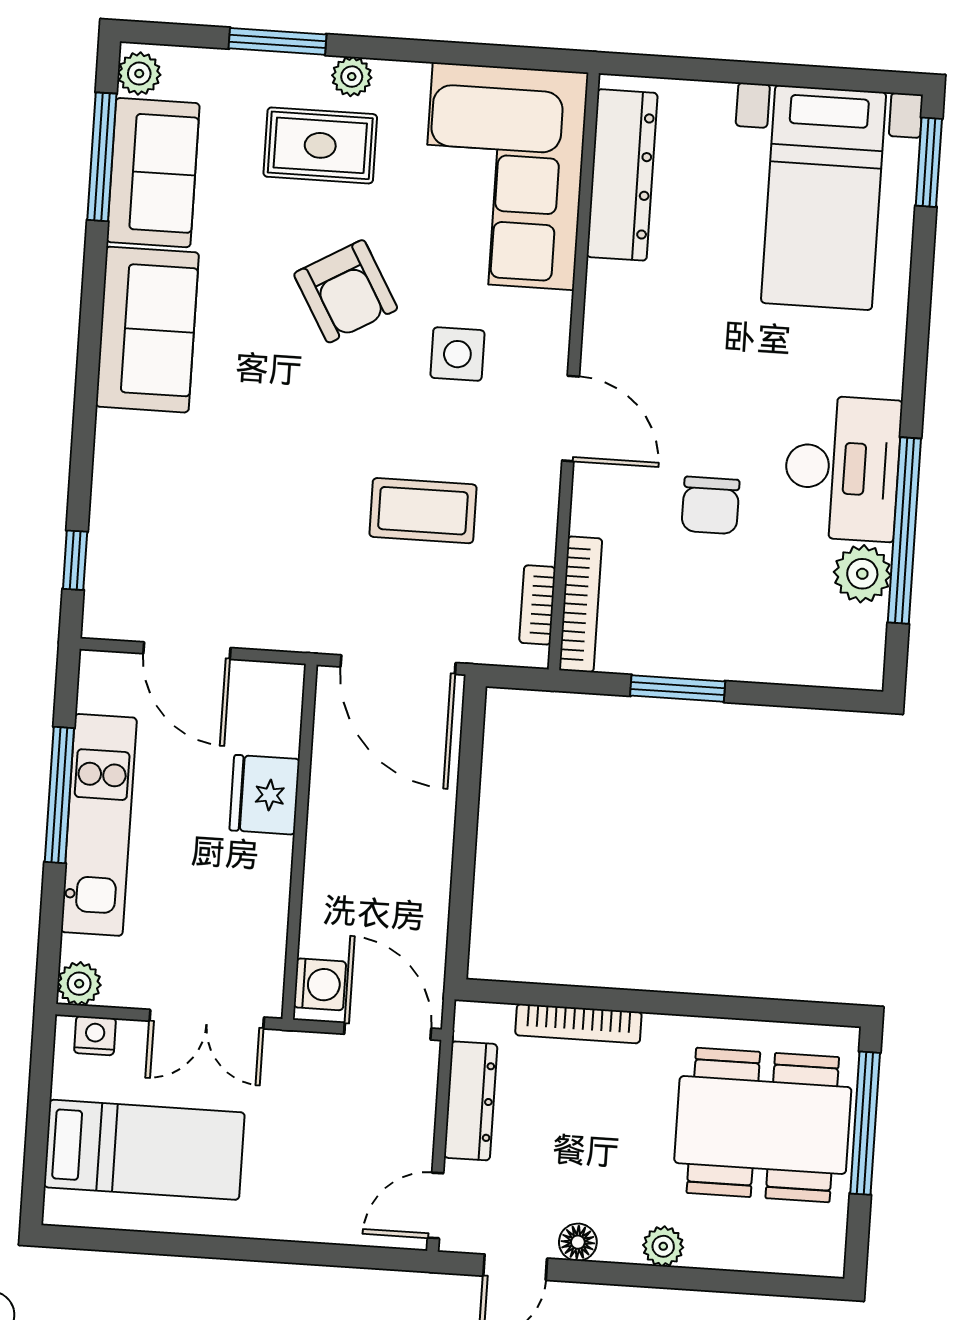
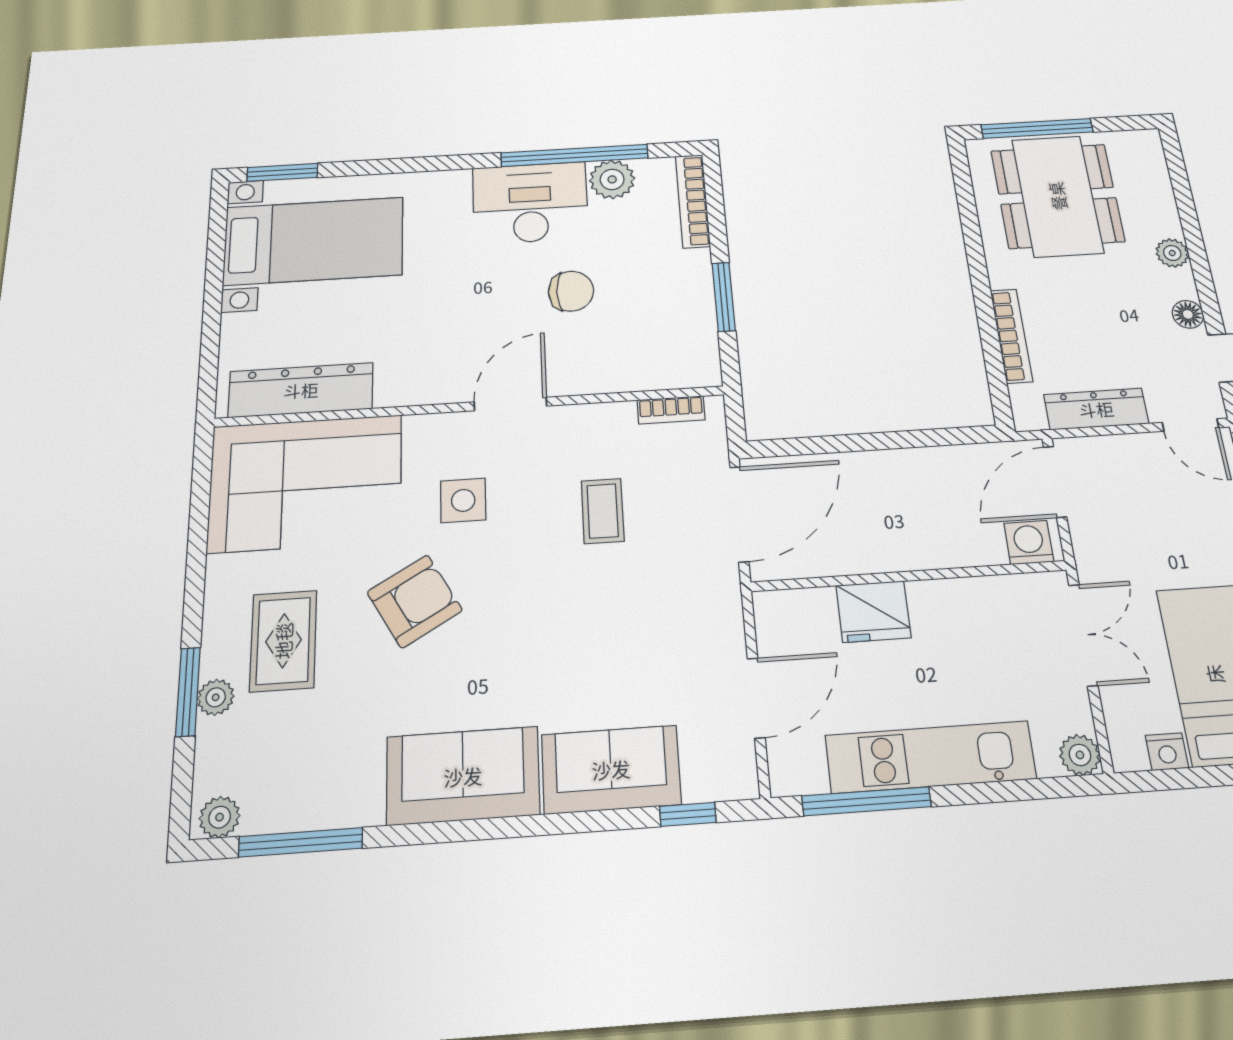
plant: (352, 77) -> (216, 697), moved
sofa: (153, 173) -> (611, 769), moved
coffee table: (423, 511) -> (603, 511), width x0.73, depth x0.77
bookcase: (581, 604) -> (693, 201), moved, turned -90
window: (59, 795) -> (866, 801), moved
nightstand: (95, 1036) -> (1167, 752), moved, turned -90

